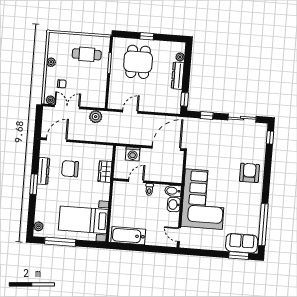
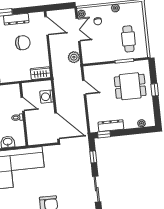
dresser: (178, 76) -> (111, 126), moved
chair: (70, 169) -> (23, 43), turned 90
wardrobe: (105, 172) -> (41, 73), moved
bidet: (173, 191) -> (20, 139), removed

